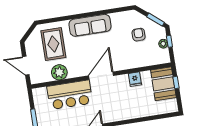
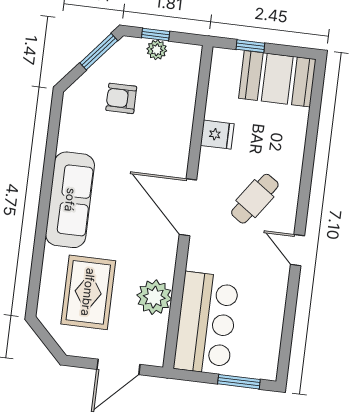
rug: (53, 44) -> (88, 292), turned 90
booth: (163, 84) -> (277, 79), moved
bar counter: (70, 95) -> (206, 323), moved
cafe table: (113, 103) -> (255, 199), added

